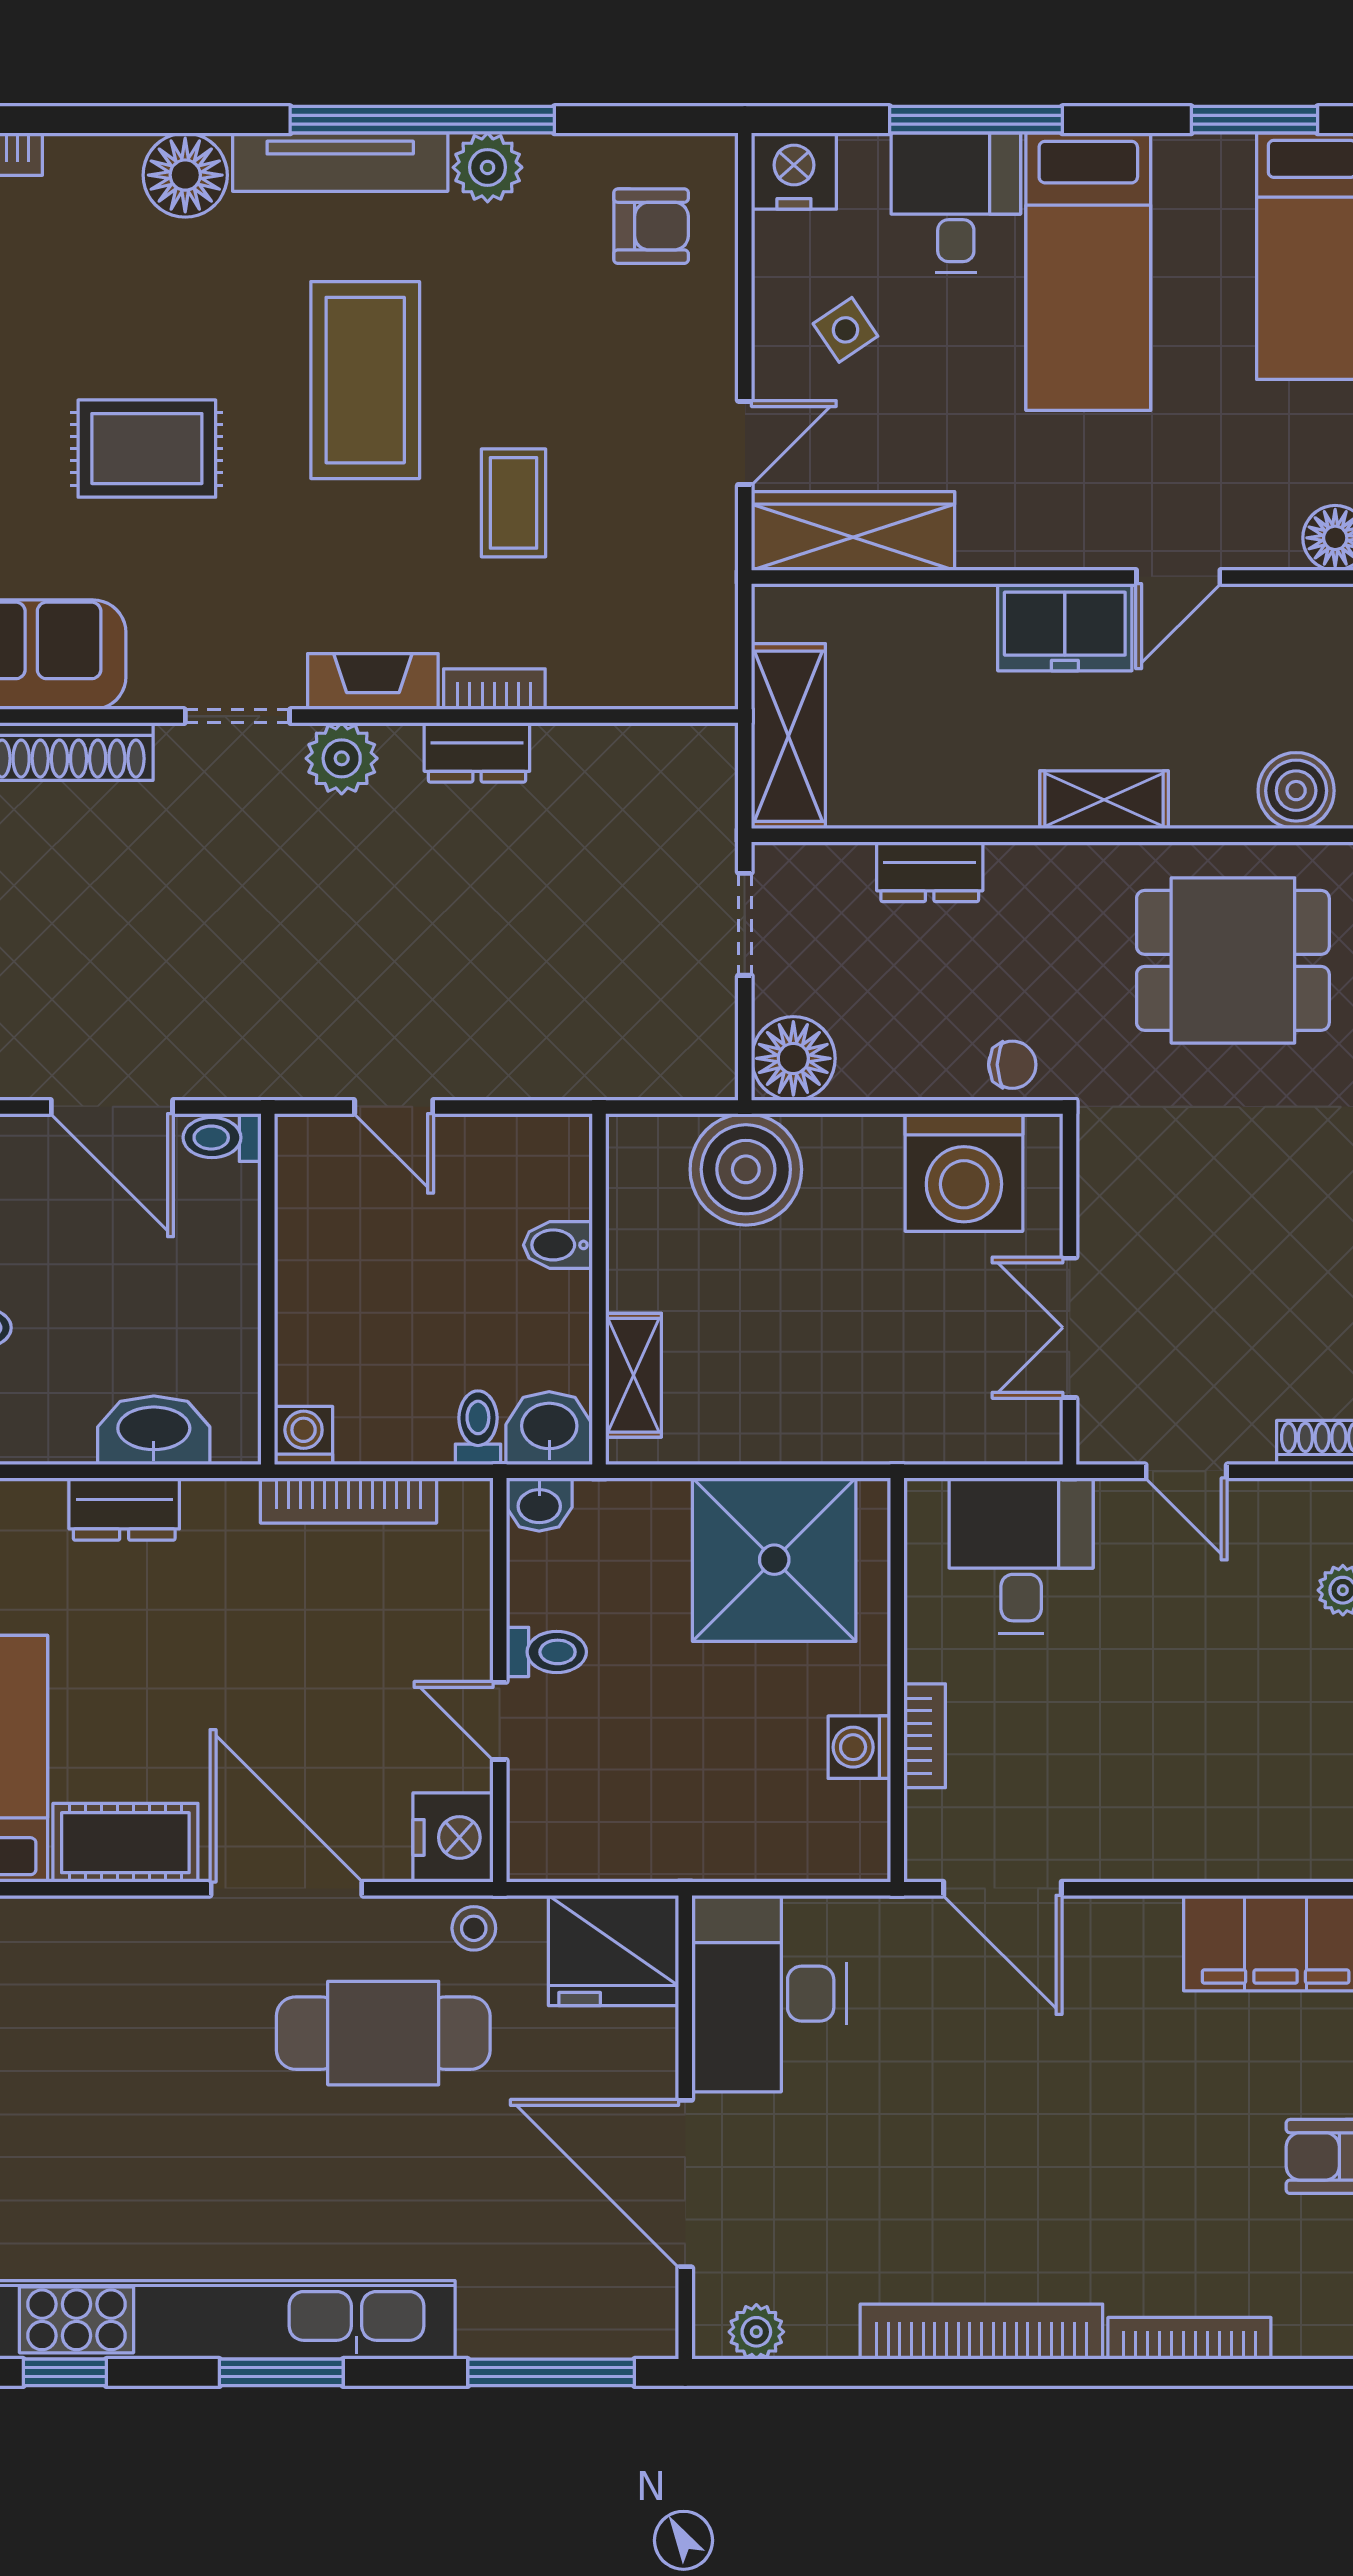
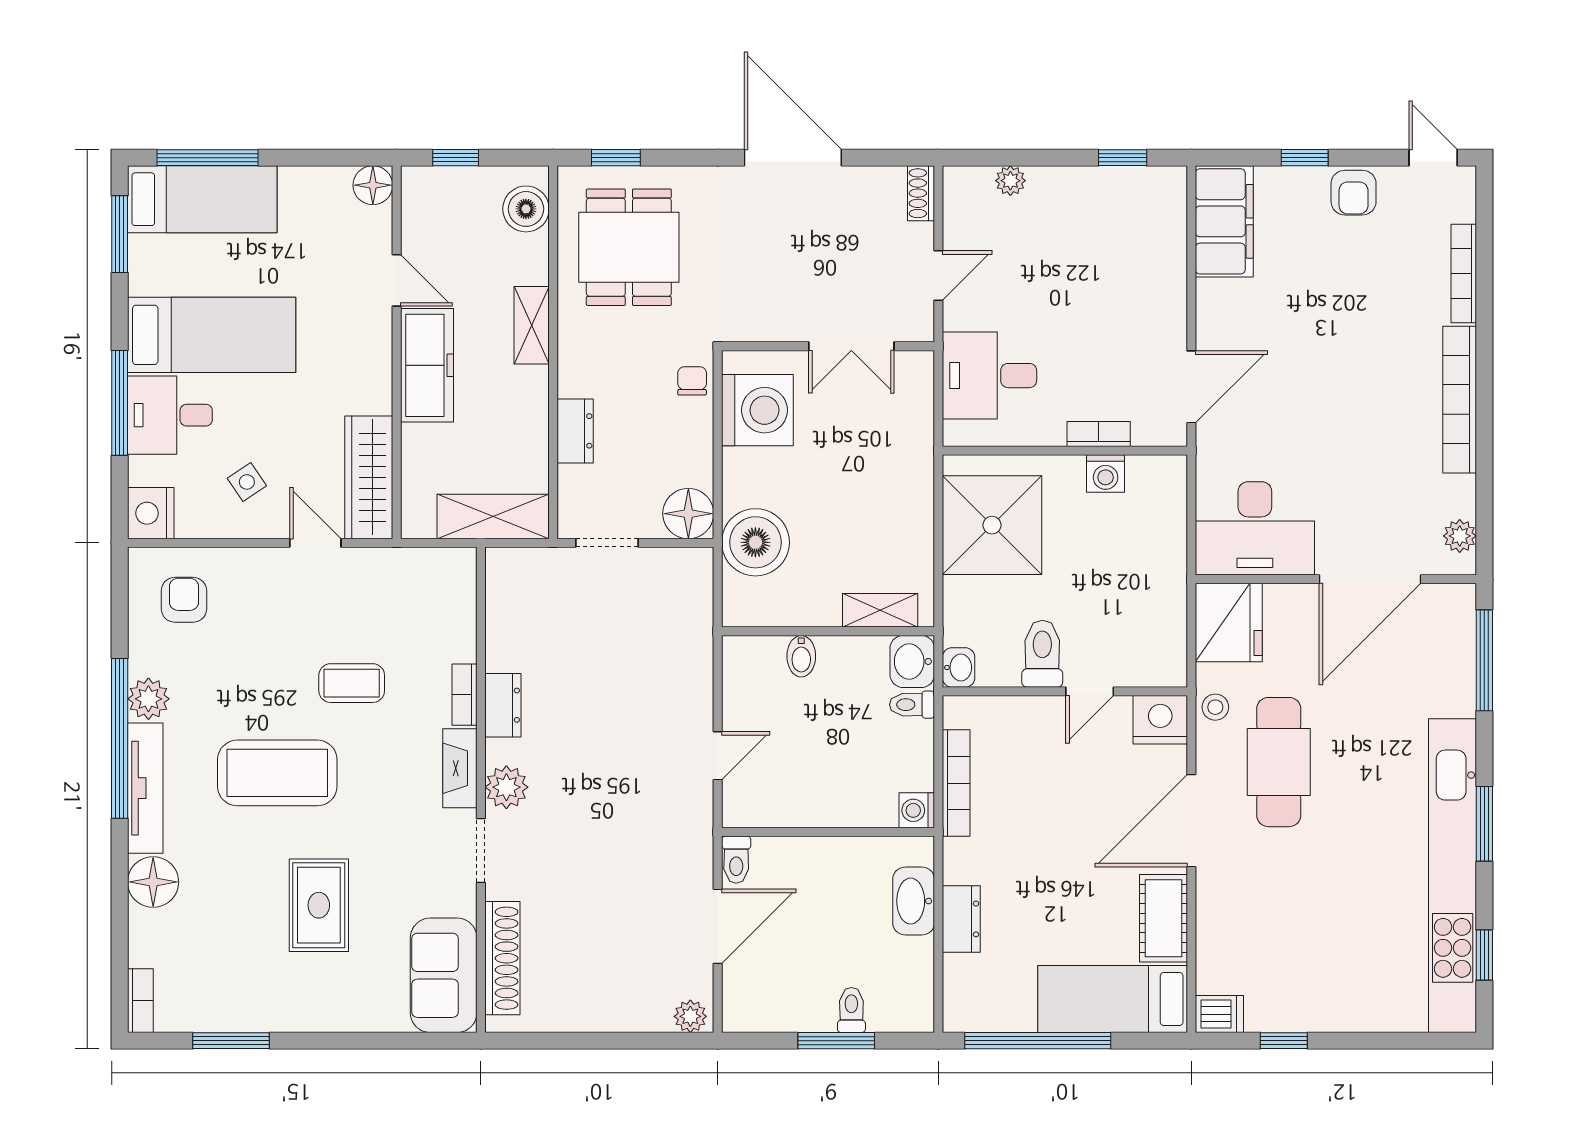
freezer: (1065, 627) -> (427, 365), width x1.40
toilet: (546, 1652) -> (1042, 654), width x1.37, depth x1.39

